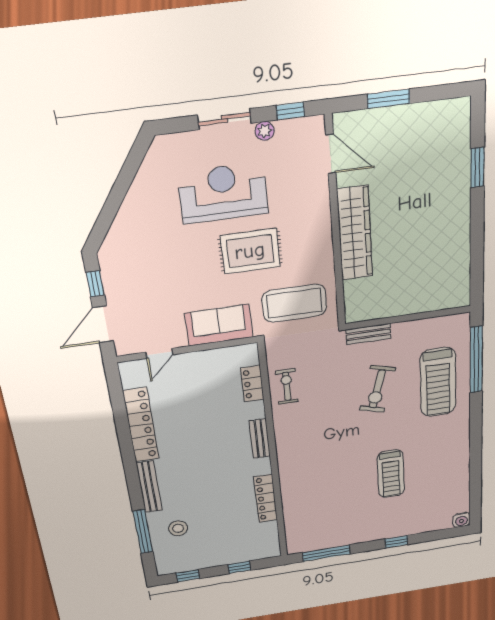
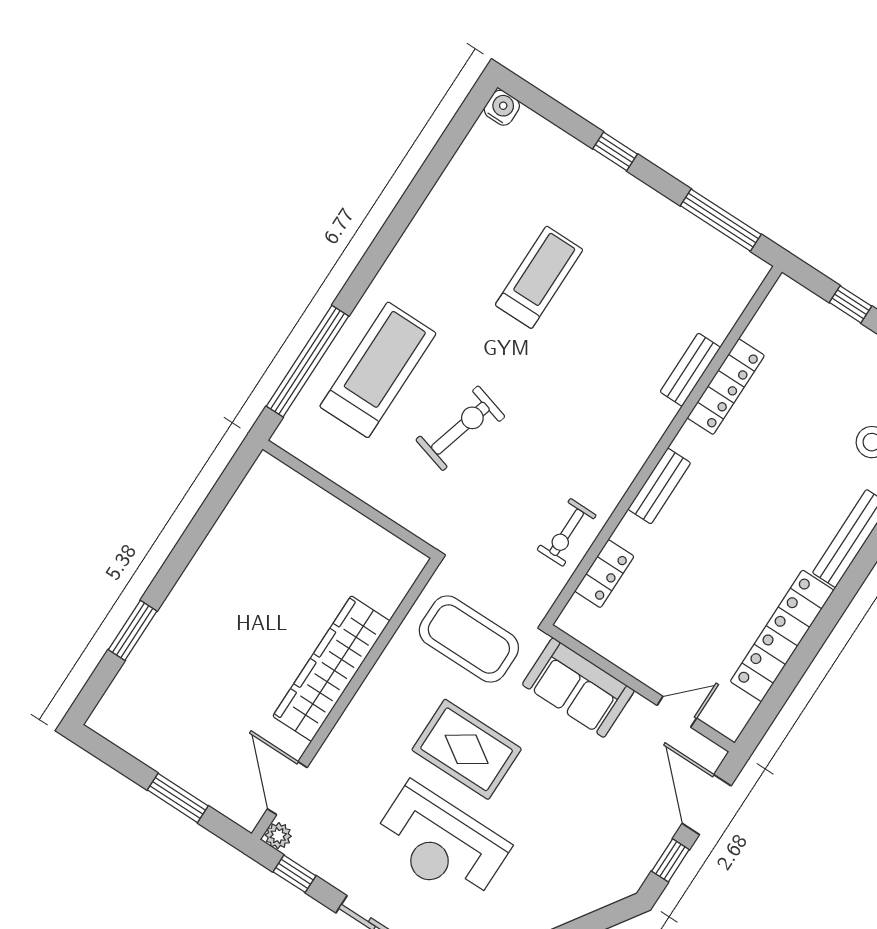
plant: (265, 131) -> (278, 836), moved
door: (103, 324) -> (707, 805), swing flipped
bench: (368, 334) -> (690, 370), moved, turned 90

